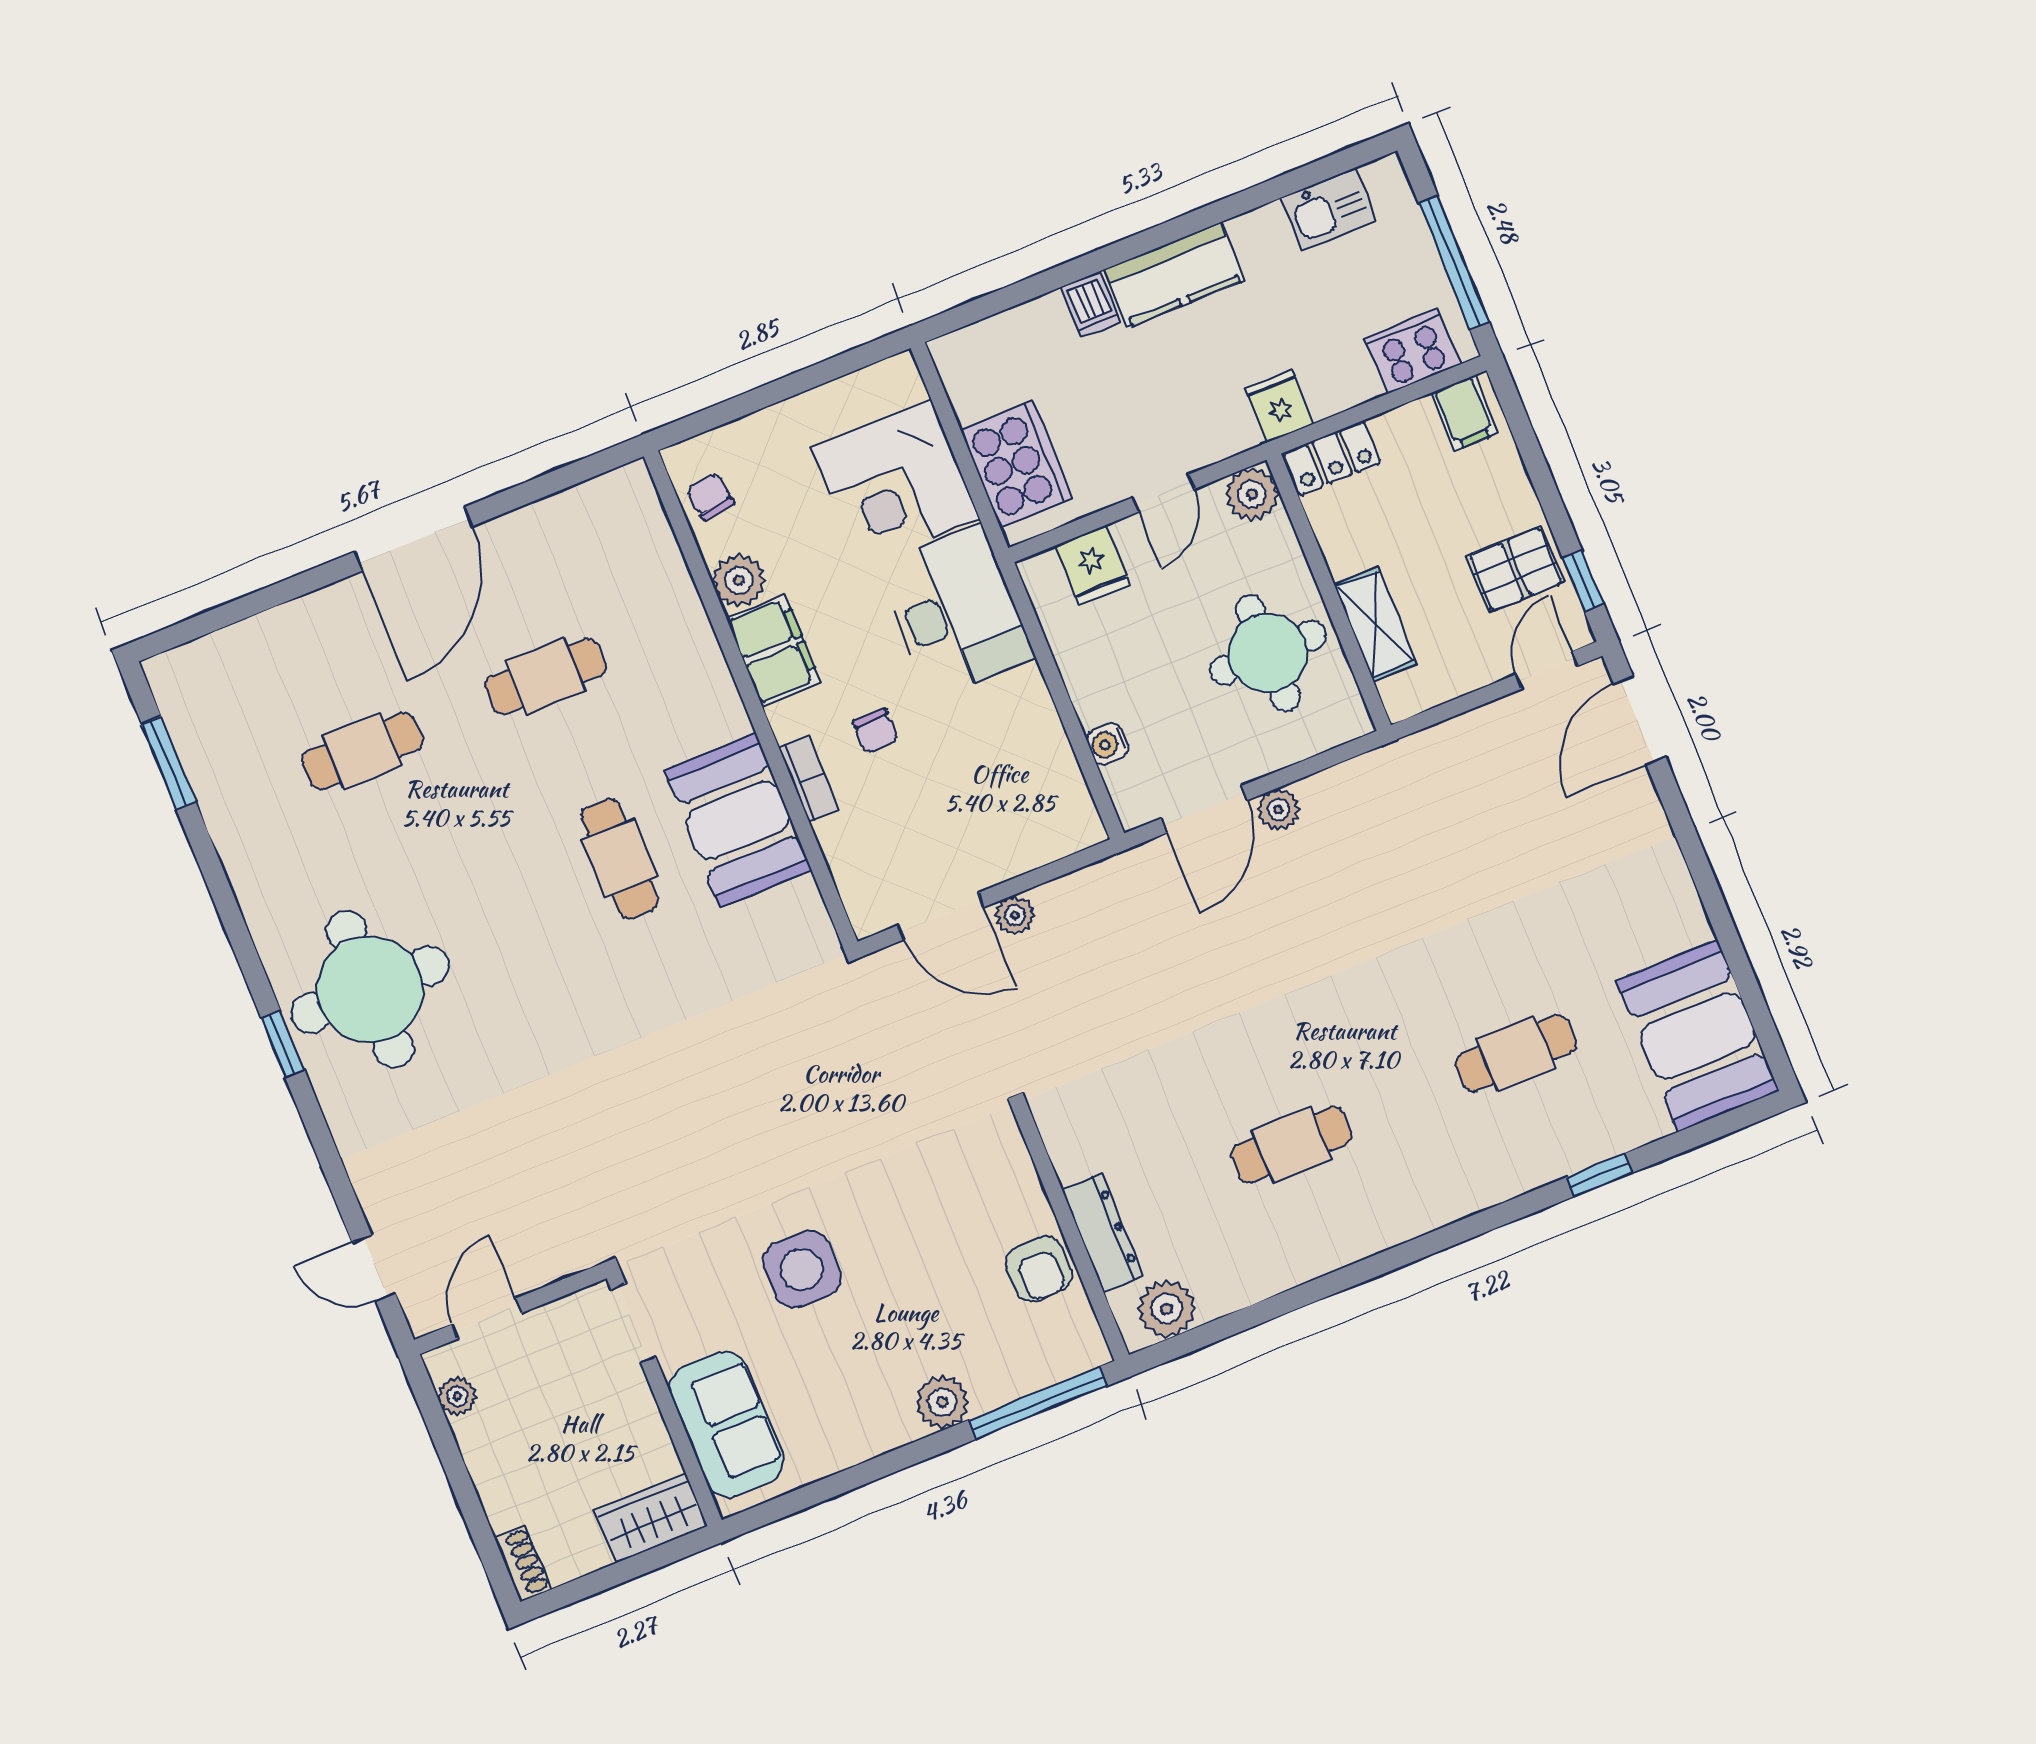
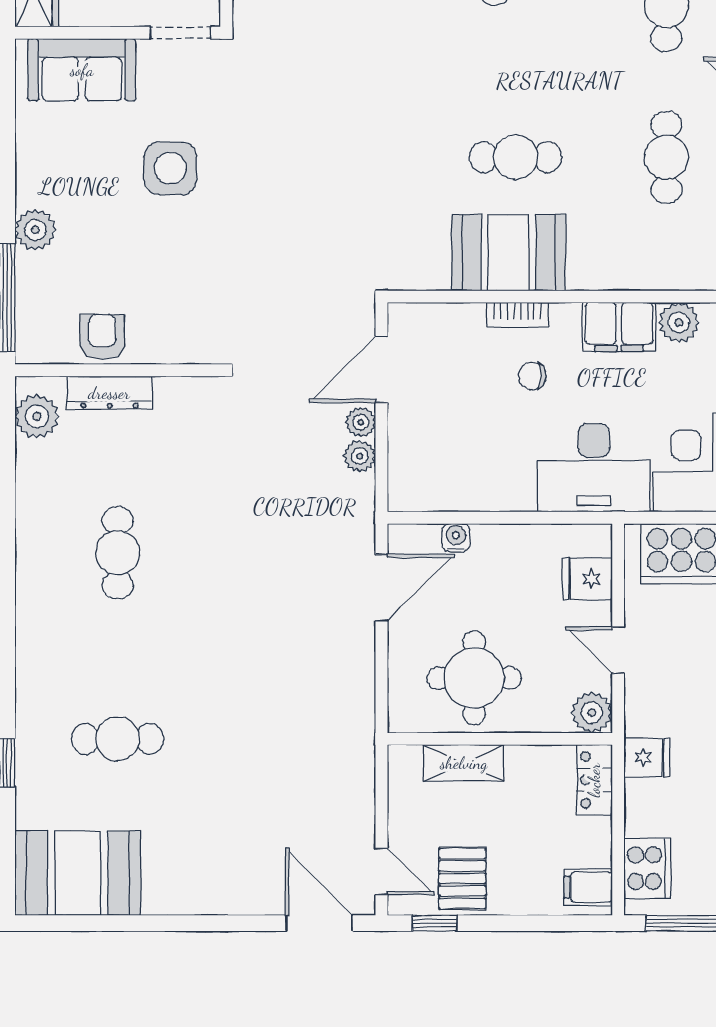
door: (1204, 809) -> (381, 588), swing flipped
plant: (1278, 810) -> (360, 456), moved
cafe table: (1516, 1053) -> (118, 739), turned 90
armchair: (1039, 1269) -> (102, 337), turned 90

